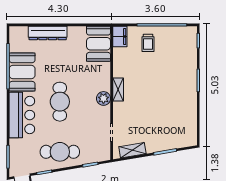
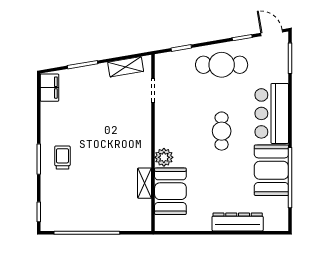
filing cabinet: (120, 36) -> (49, 88), moved, turned 180
trolley: (148, 43) -> (62, 157), moved
booth: (99, 44) -> (170, 191), moved
shelving: (118, 89) -> (145, 183), moved
plant: (103, 98) -> (164, 157), moved
cafe table: (60, 102) -> (222, 131), width x0.73, depth x0.74

